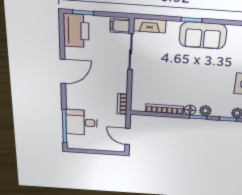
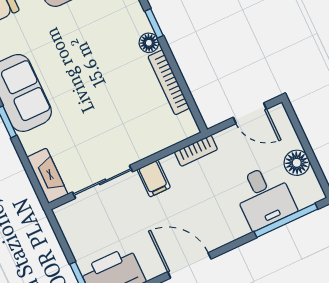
filing cabinet: (120, 26) -> (154, 178), moved
plant: (205, 111) -> (137, 19), removed
door: (128, 136) -> (250, 113), hinge flipped
floor lamp: (91, 144) -> (297, 163), added

